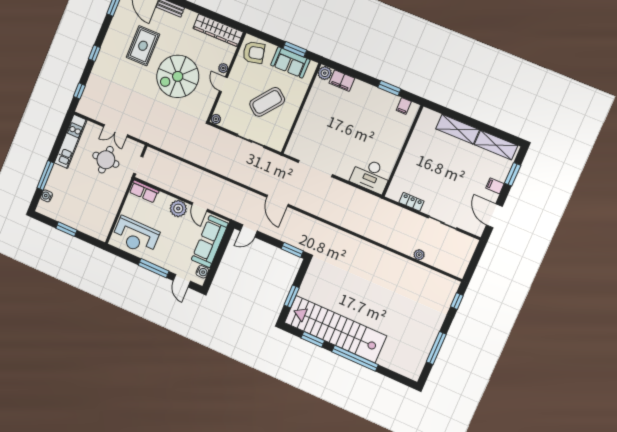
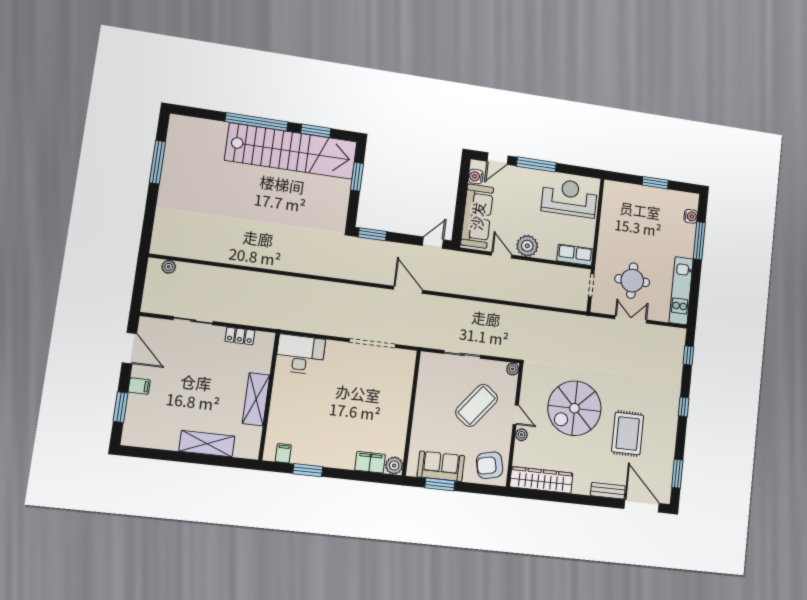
spiral stairs: (178, 76) -> (574, 408), turned 180
coffee table: (267, 102) -> (477, 405), moved
shelving: (496, 145) -> (256, 399), moved, turned 90
plant: (419, 255) -> (169, 267), moved
door: (182, 281) -> (498, 159), swing flipped
window: (457, 301) -> (148, 228), removed

